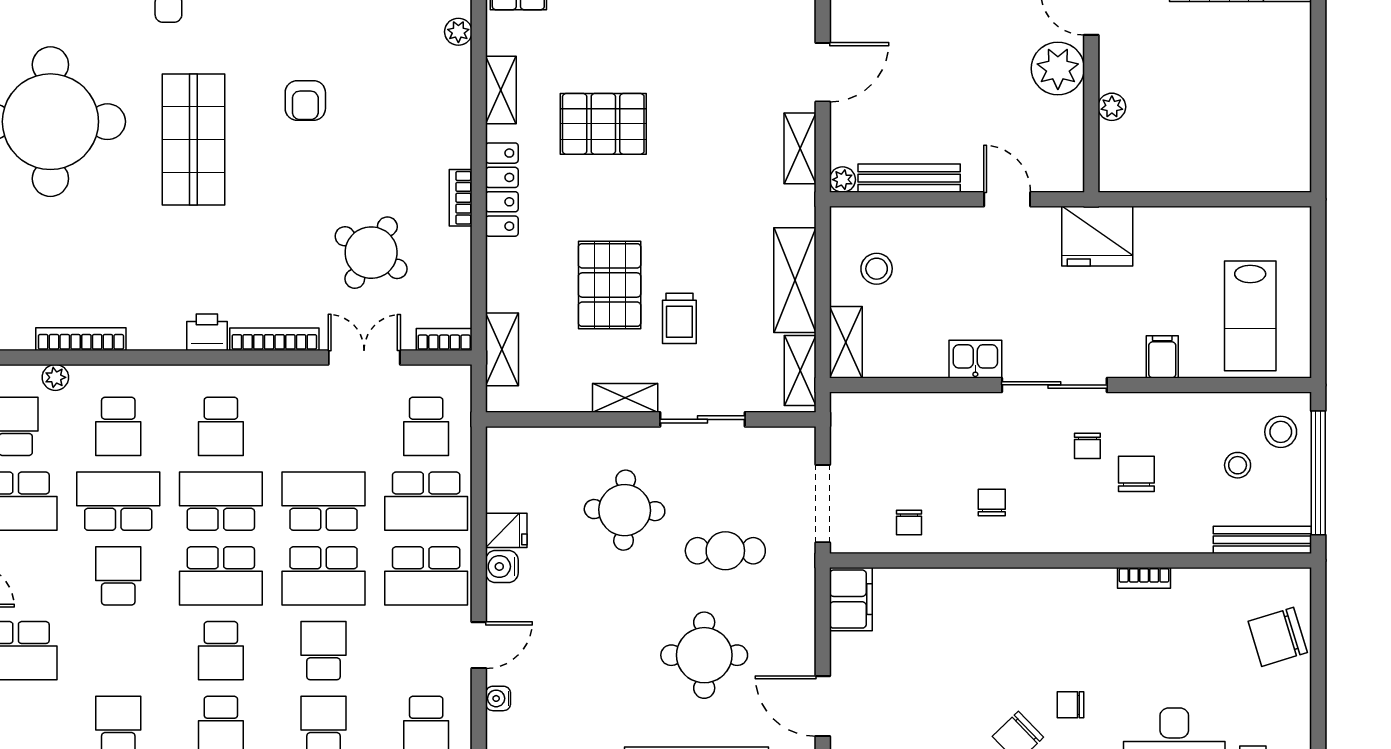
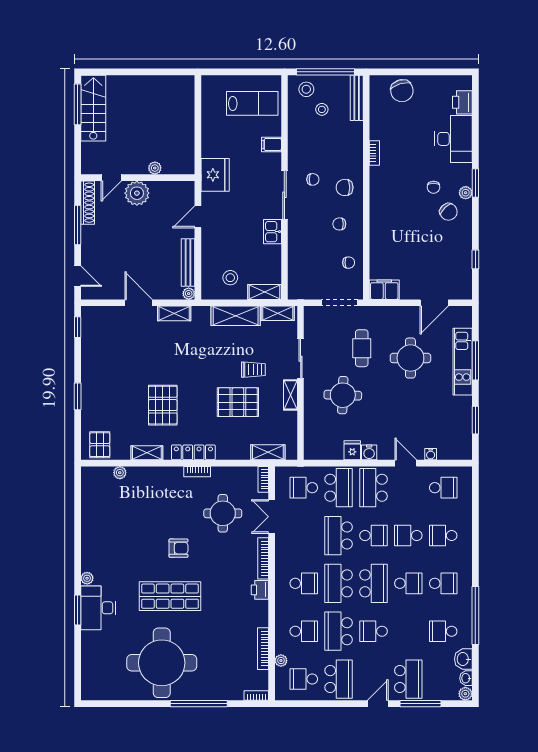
armchair: (305, 100) -> (179, 548), moved
round table: (371, 253) -> (223, 513), turned -32
school desk: (426, 426) -> (304, 488), turned 180
chair: (1136, 474) -> (345, 187), moved
school desk: (323, 576) -> (373, 536), width x0.54
school desk: (426, 576) -> (373, 488), turned 180

